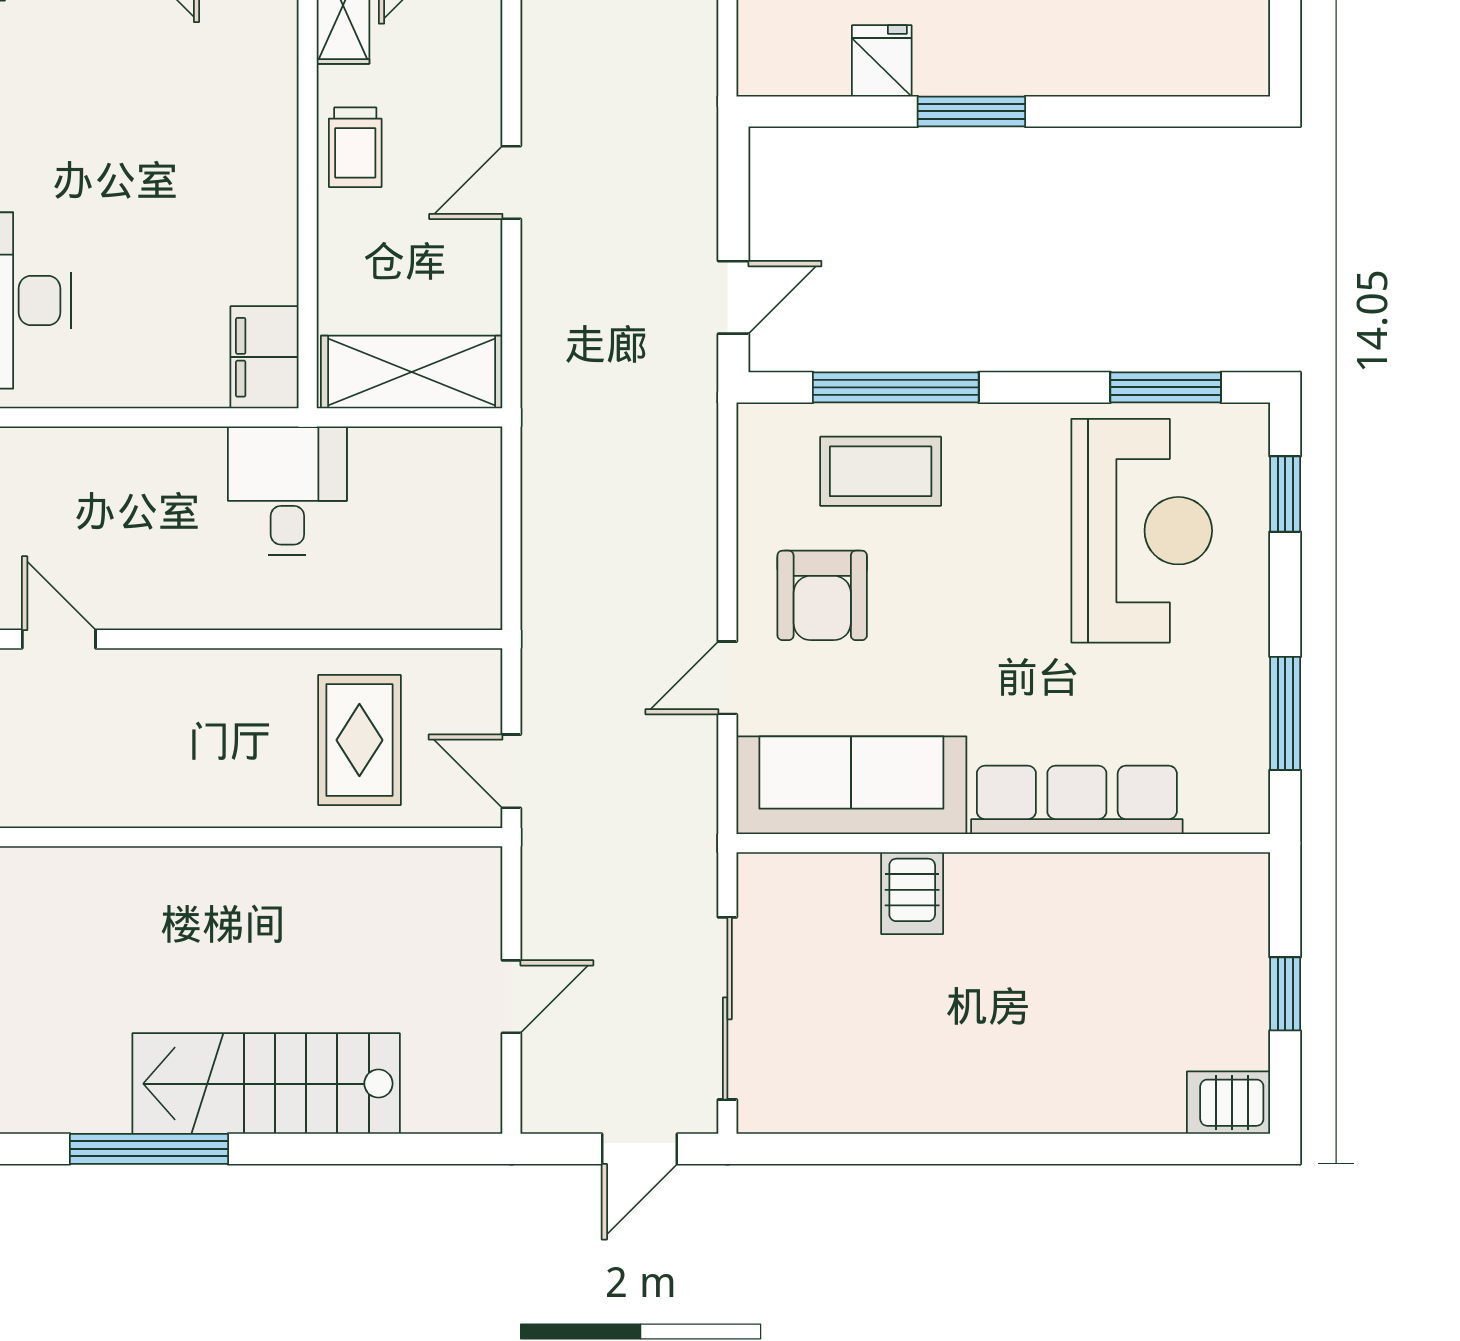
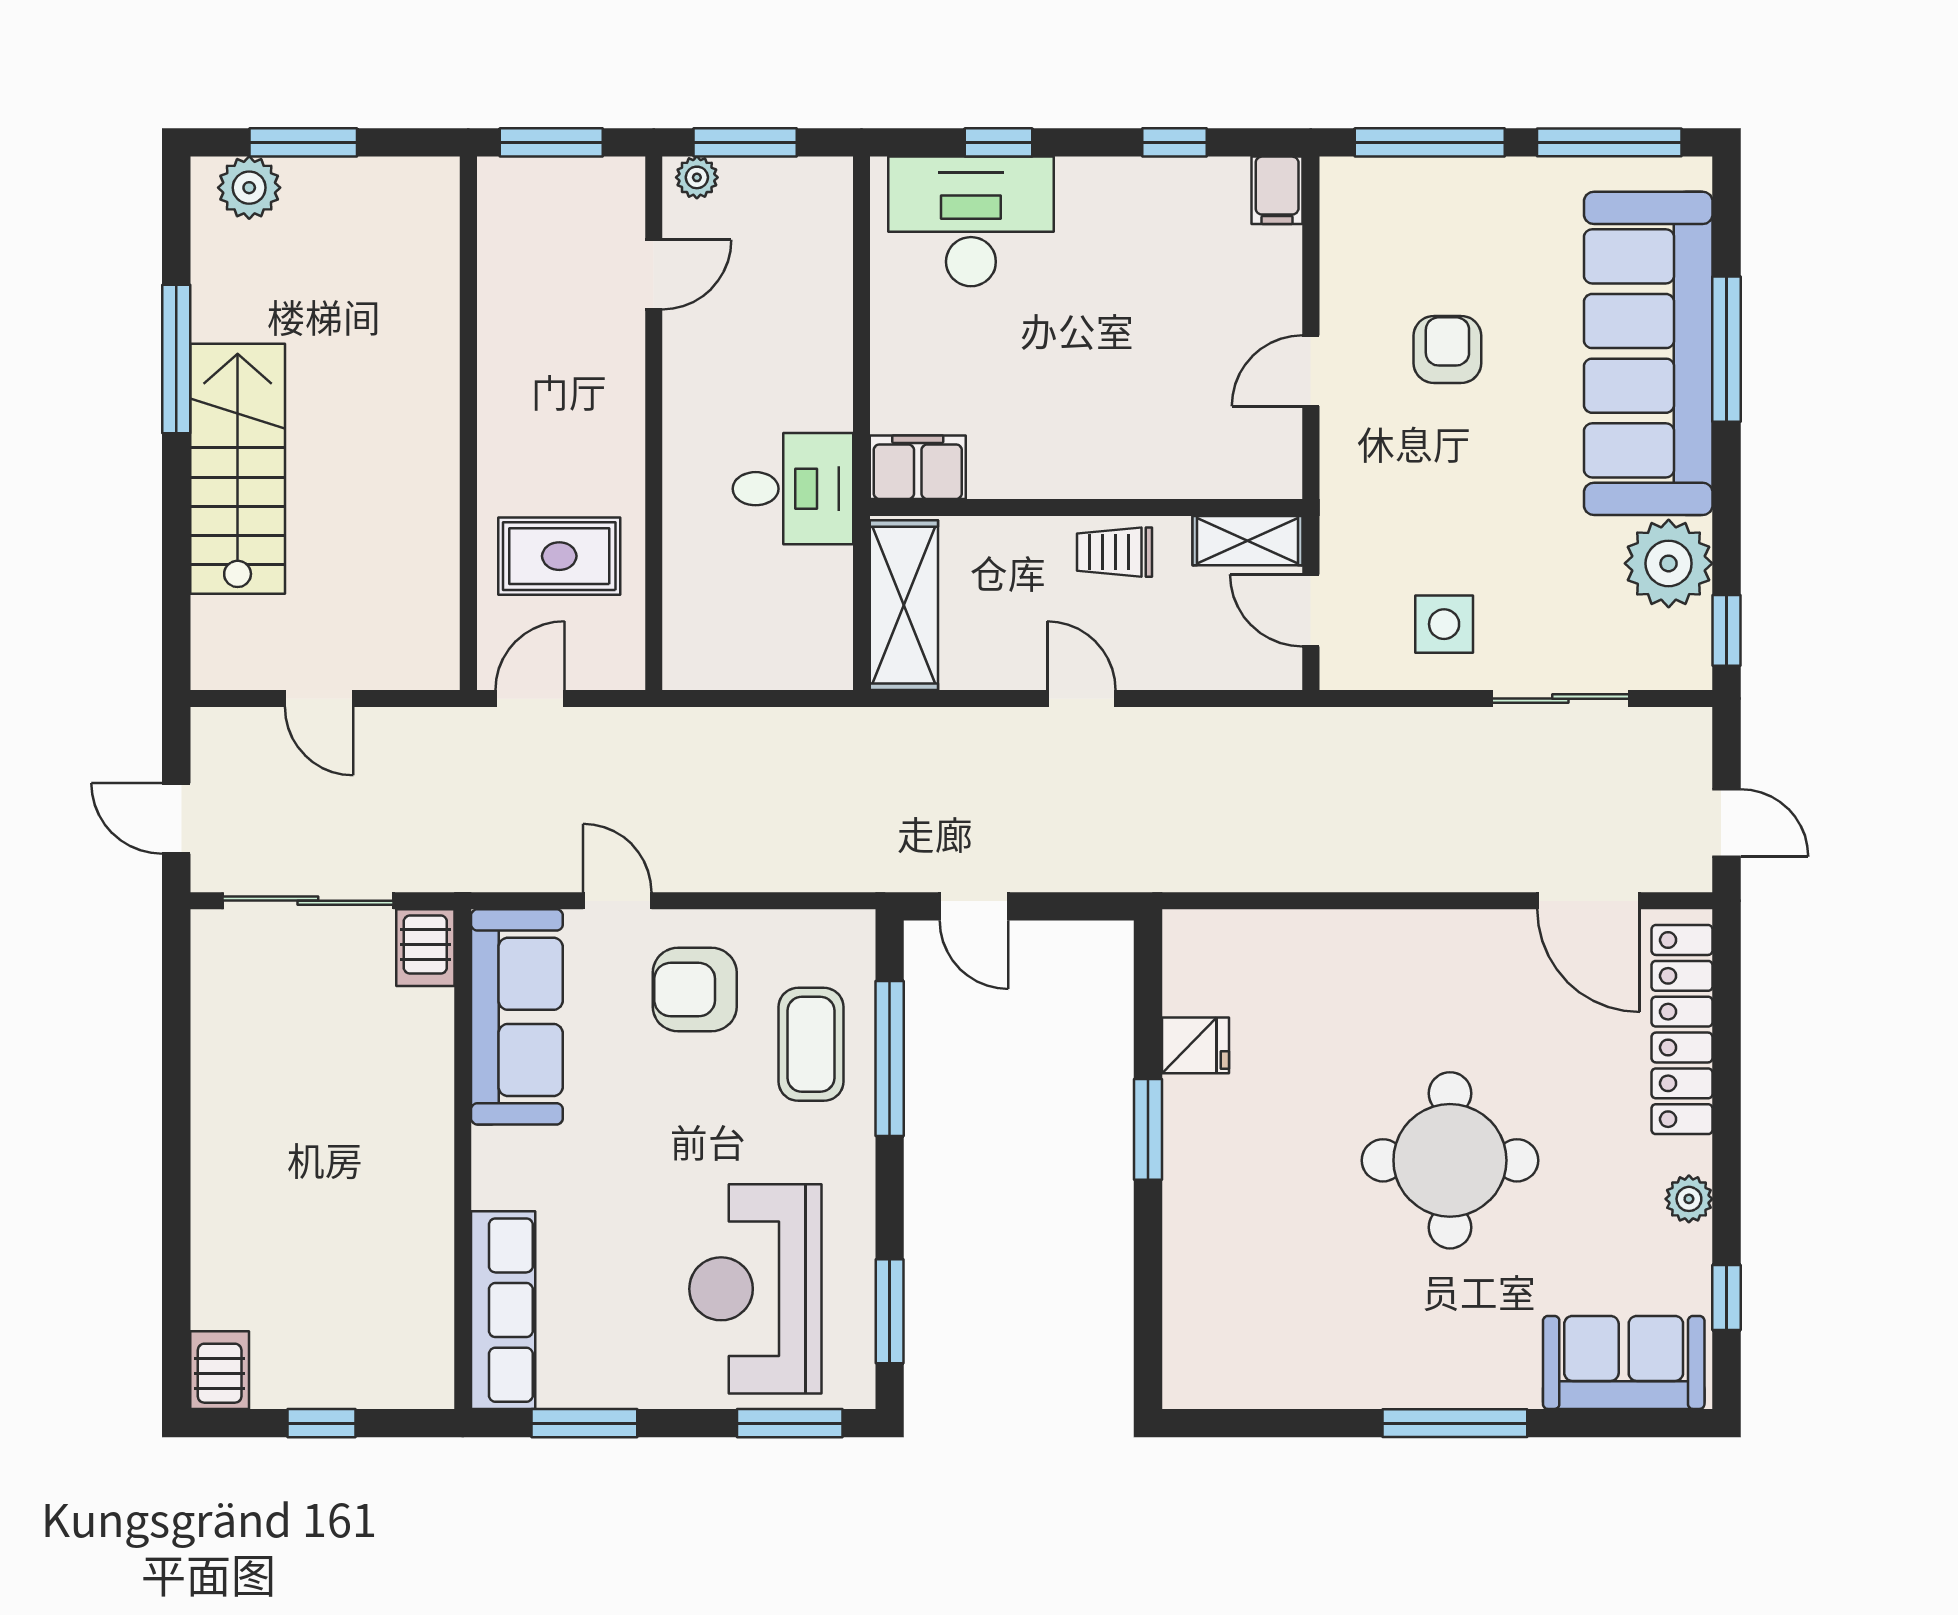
window: (1285, 494) -> (790, 1423), width x1.50
reception desk: (1142, 531) -> (755, 1289), turned 90
row of seats: (1077, 800) -> (503, 1310), moved
server rack: (912, 893) -> (425, 948), moved, turned -90

